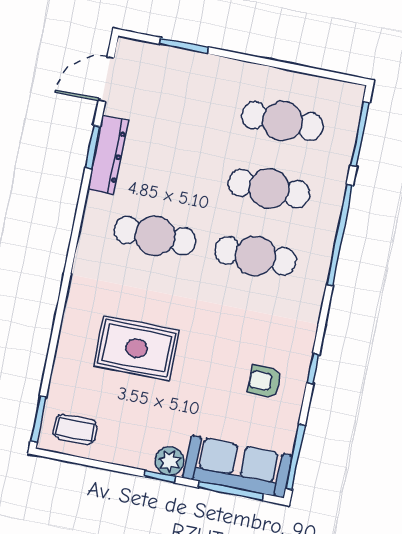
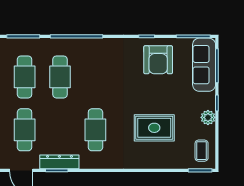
cafe table: (255, 256) -> (25, 130), moved
rug: (137, 348) -> (154, 128), turned 90
armchair: (264, 381) -> (158, 60), width x1.88, depth x1.88
plant: (169, 461) -> (208, 117), moved

